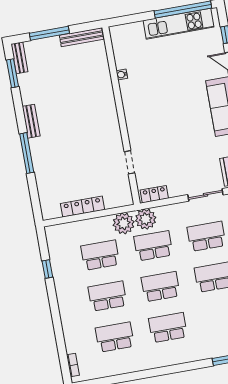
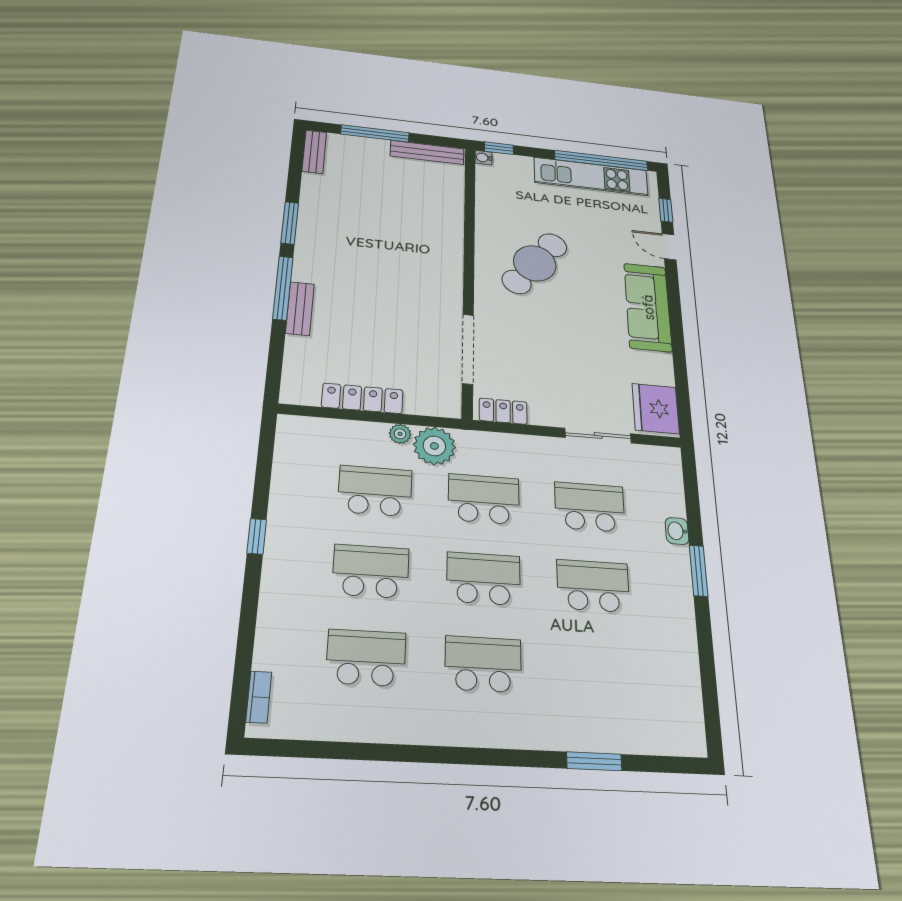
window: (122, 20) -> (499, 148), added
window: (13, 73) -> (290, 223), moved
water cooler: (122, 74) -> (483, 158), moved
cafe table: (156, 96) -> (535, 263), added
bench: (31, 121) -> (300, 309), moved
doorway: (129, 162) -> (468, 349), width x1.87
plant: (146, 219) -> (400, 434), moved, width x0.53, depth x0.53
window: (47, 269) -> (257, 536), moved

